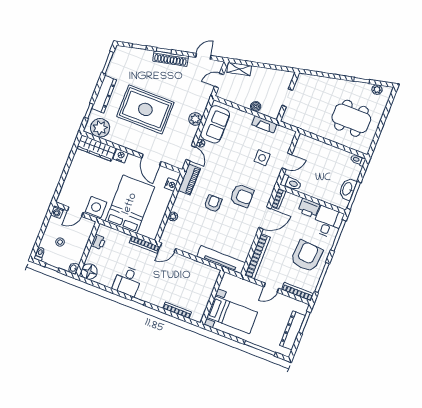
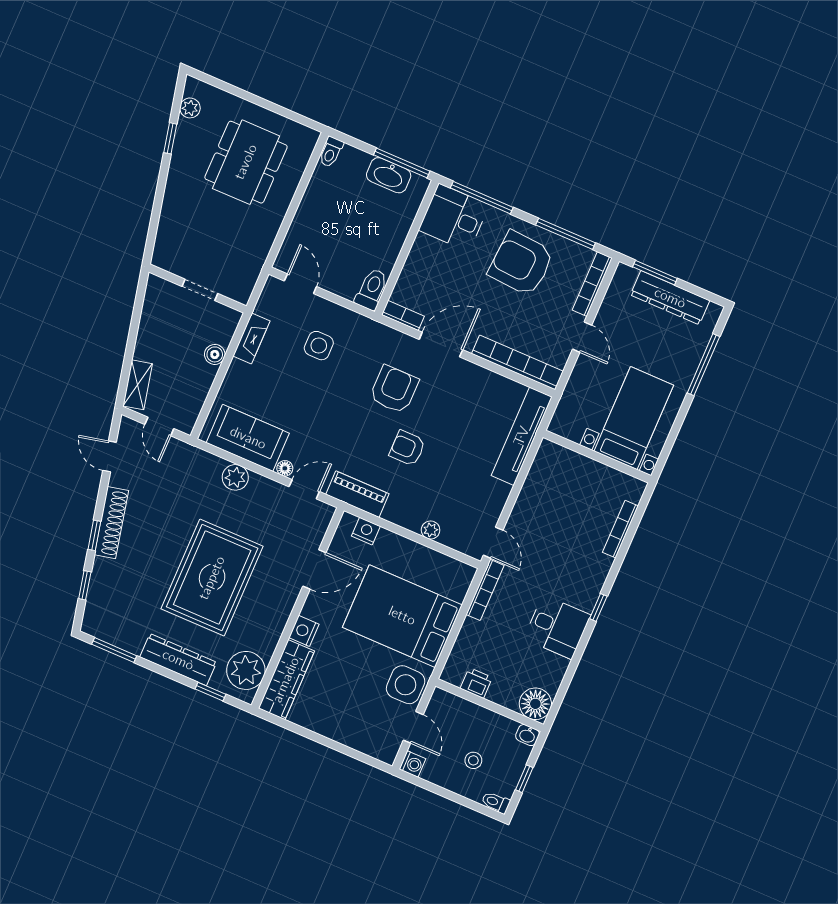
door: (287, 161) -> (300, 284), moved
printer: (309, 208) -> (424, 255), removed
door: (265, 218) -> (441, 345), hinge flipped

